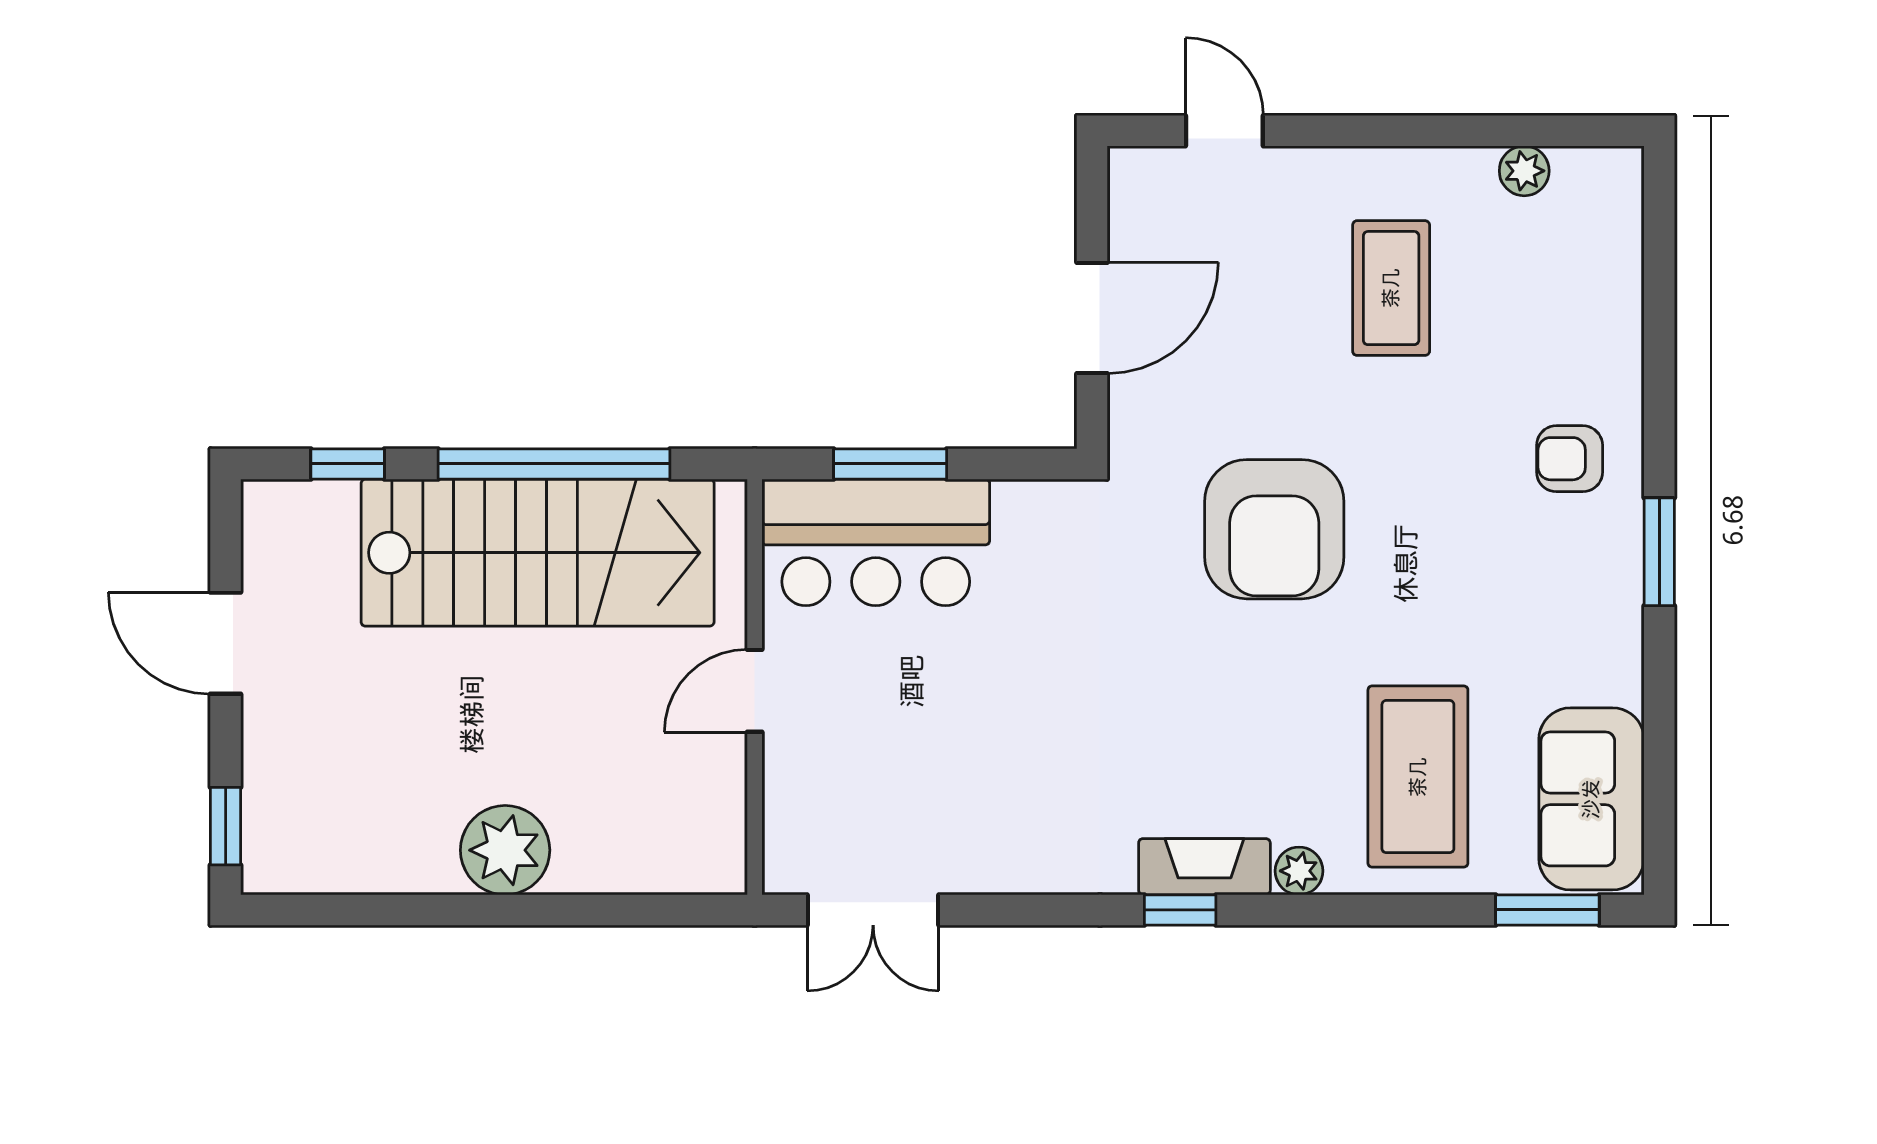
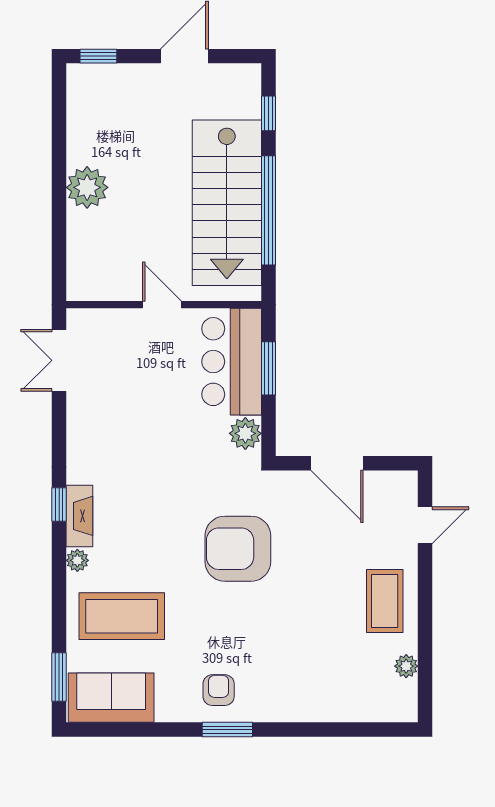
coffee table: (1391, 288) -> (385, 601), moved, turned 90
armchair: (1570, 459) -> (219, 690), moved
plant: (1029, 513) -> (245, 433), added

